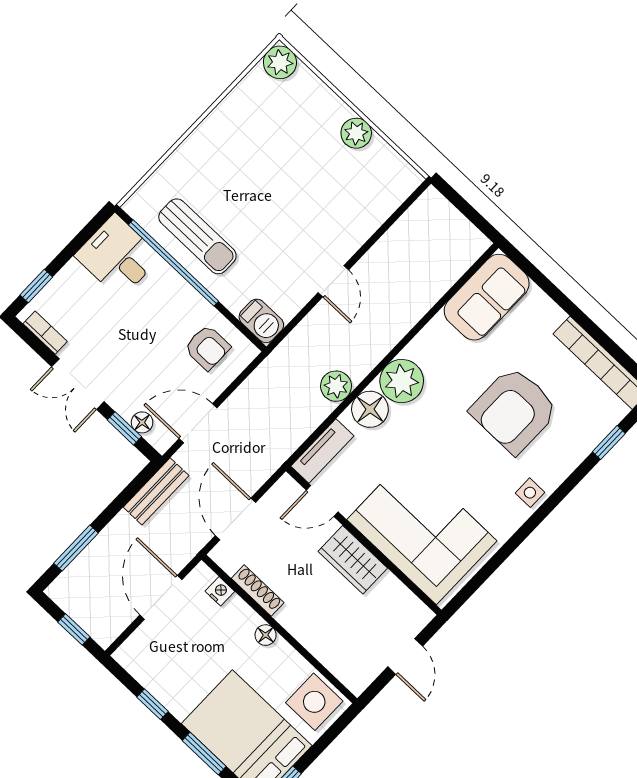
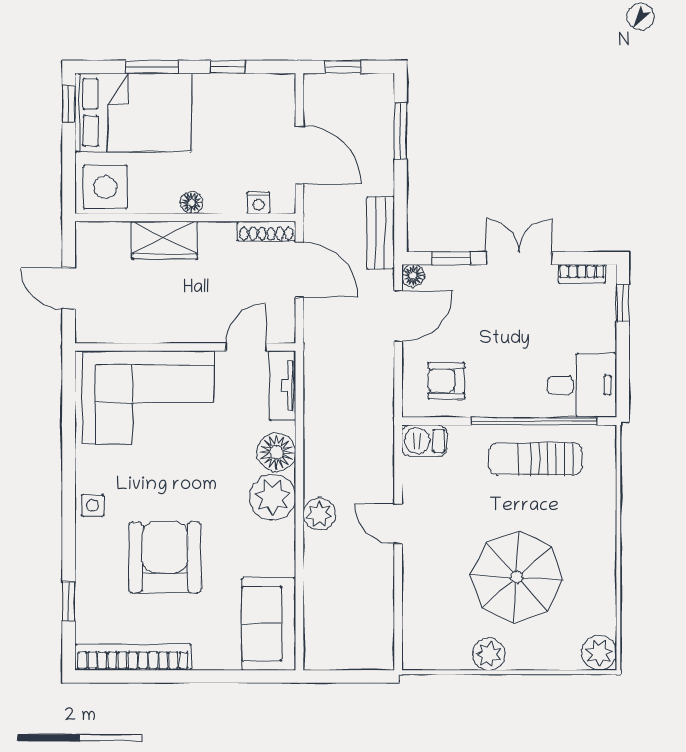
parasol: (287, 168) -> (517, 577), added
plant: (336, 386) -> (319, 514), moved
floor lamp: (142, 422) -> (413, 276), moved
wardrobe: (353, 560) -> (164, 240), moved, turned 180
shoe rack: (258, 591) -> (266, 231), moved

